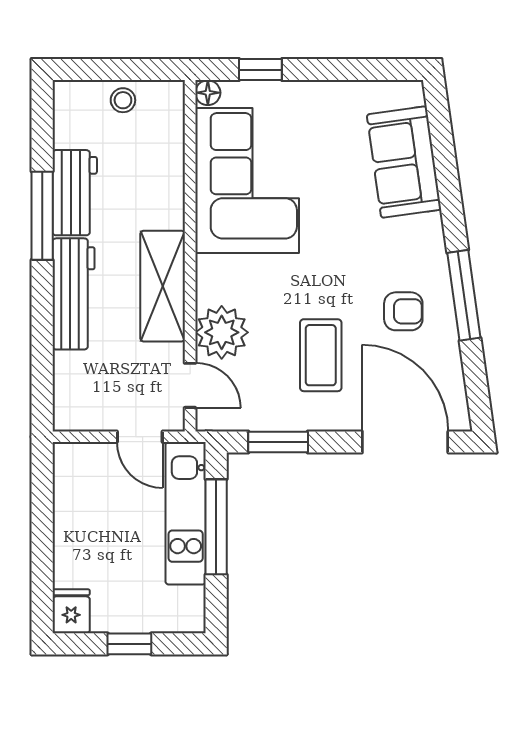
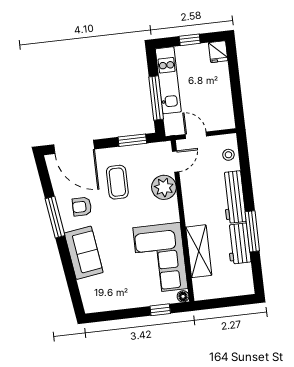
stool: (123, 100) -> (228, 155), moved
sofa: (404, 162) -> (84, 253), moved
shelving: (163, 286) -> (199, 251), moved
door: (190, 385) -> (176, 161), swing flipped
kitchen unit: (186, 513) -> (168, 80), moved

